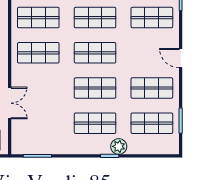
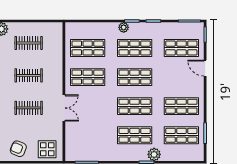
door: (181, 58) -> (205, 68), moved
double door: (10, 103) -> (64, 108), moved

